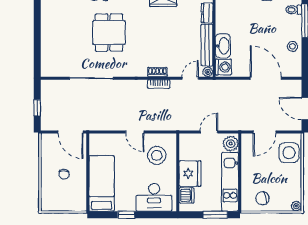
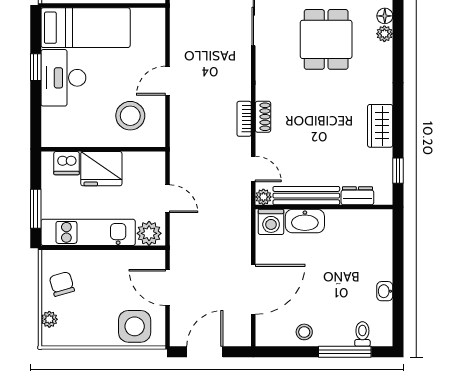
dining table: (109, 33) -> (326, 39), turned 90
desk: (154, 197) -> (63, 78), moved
plant: (296, 206) -> (49, 319), moved

